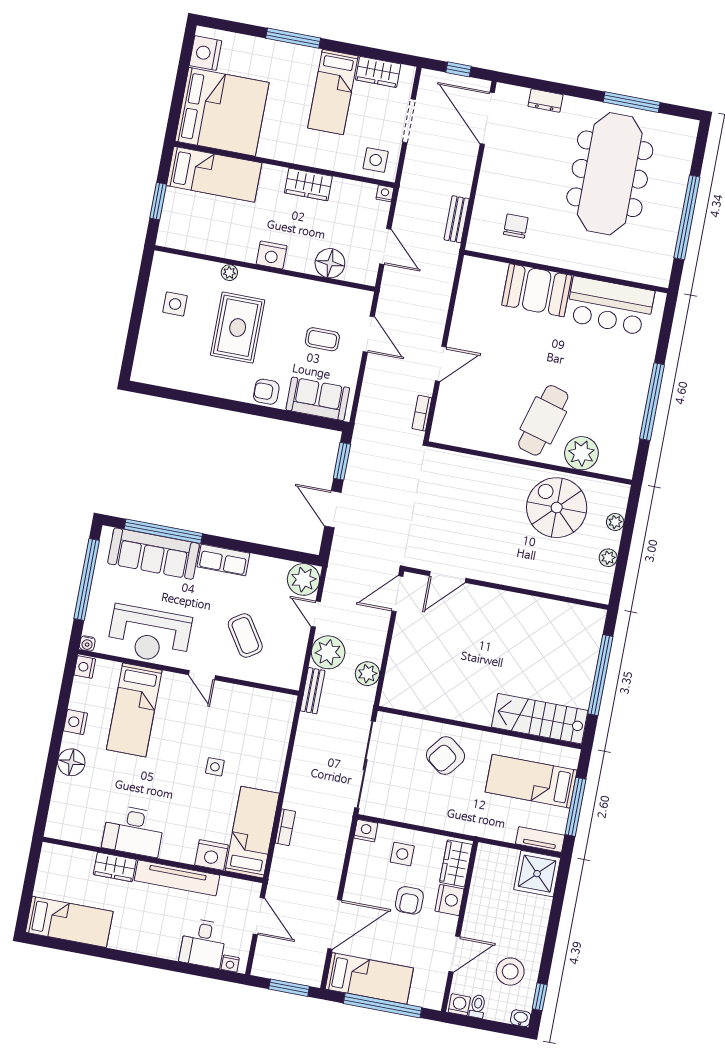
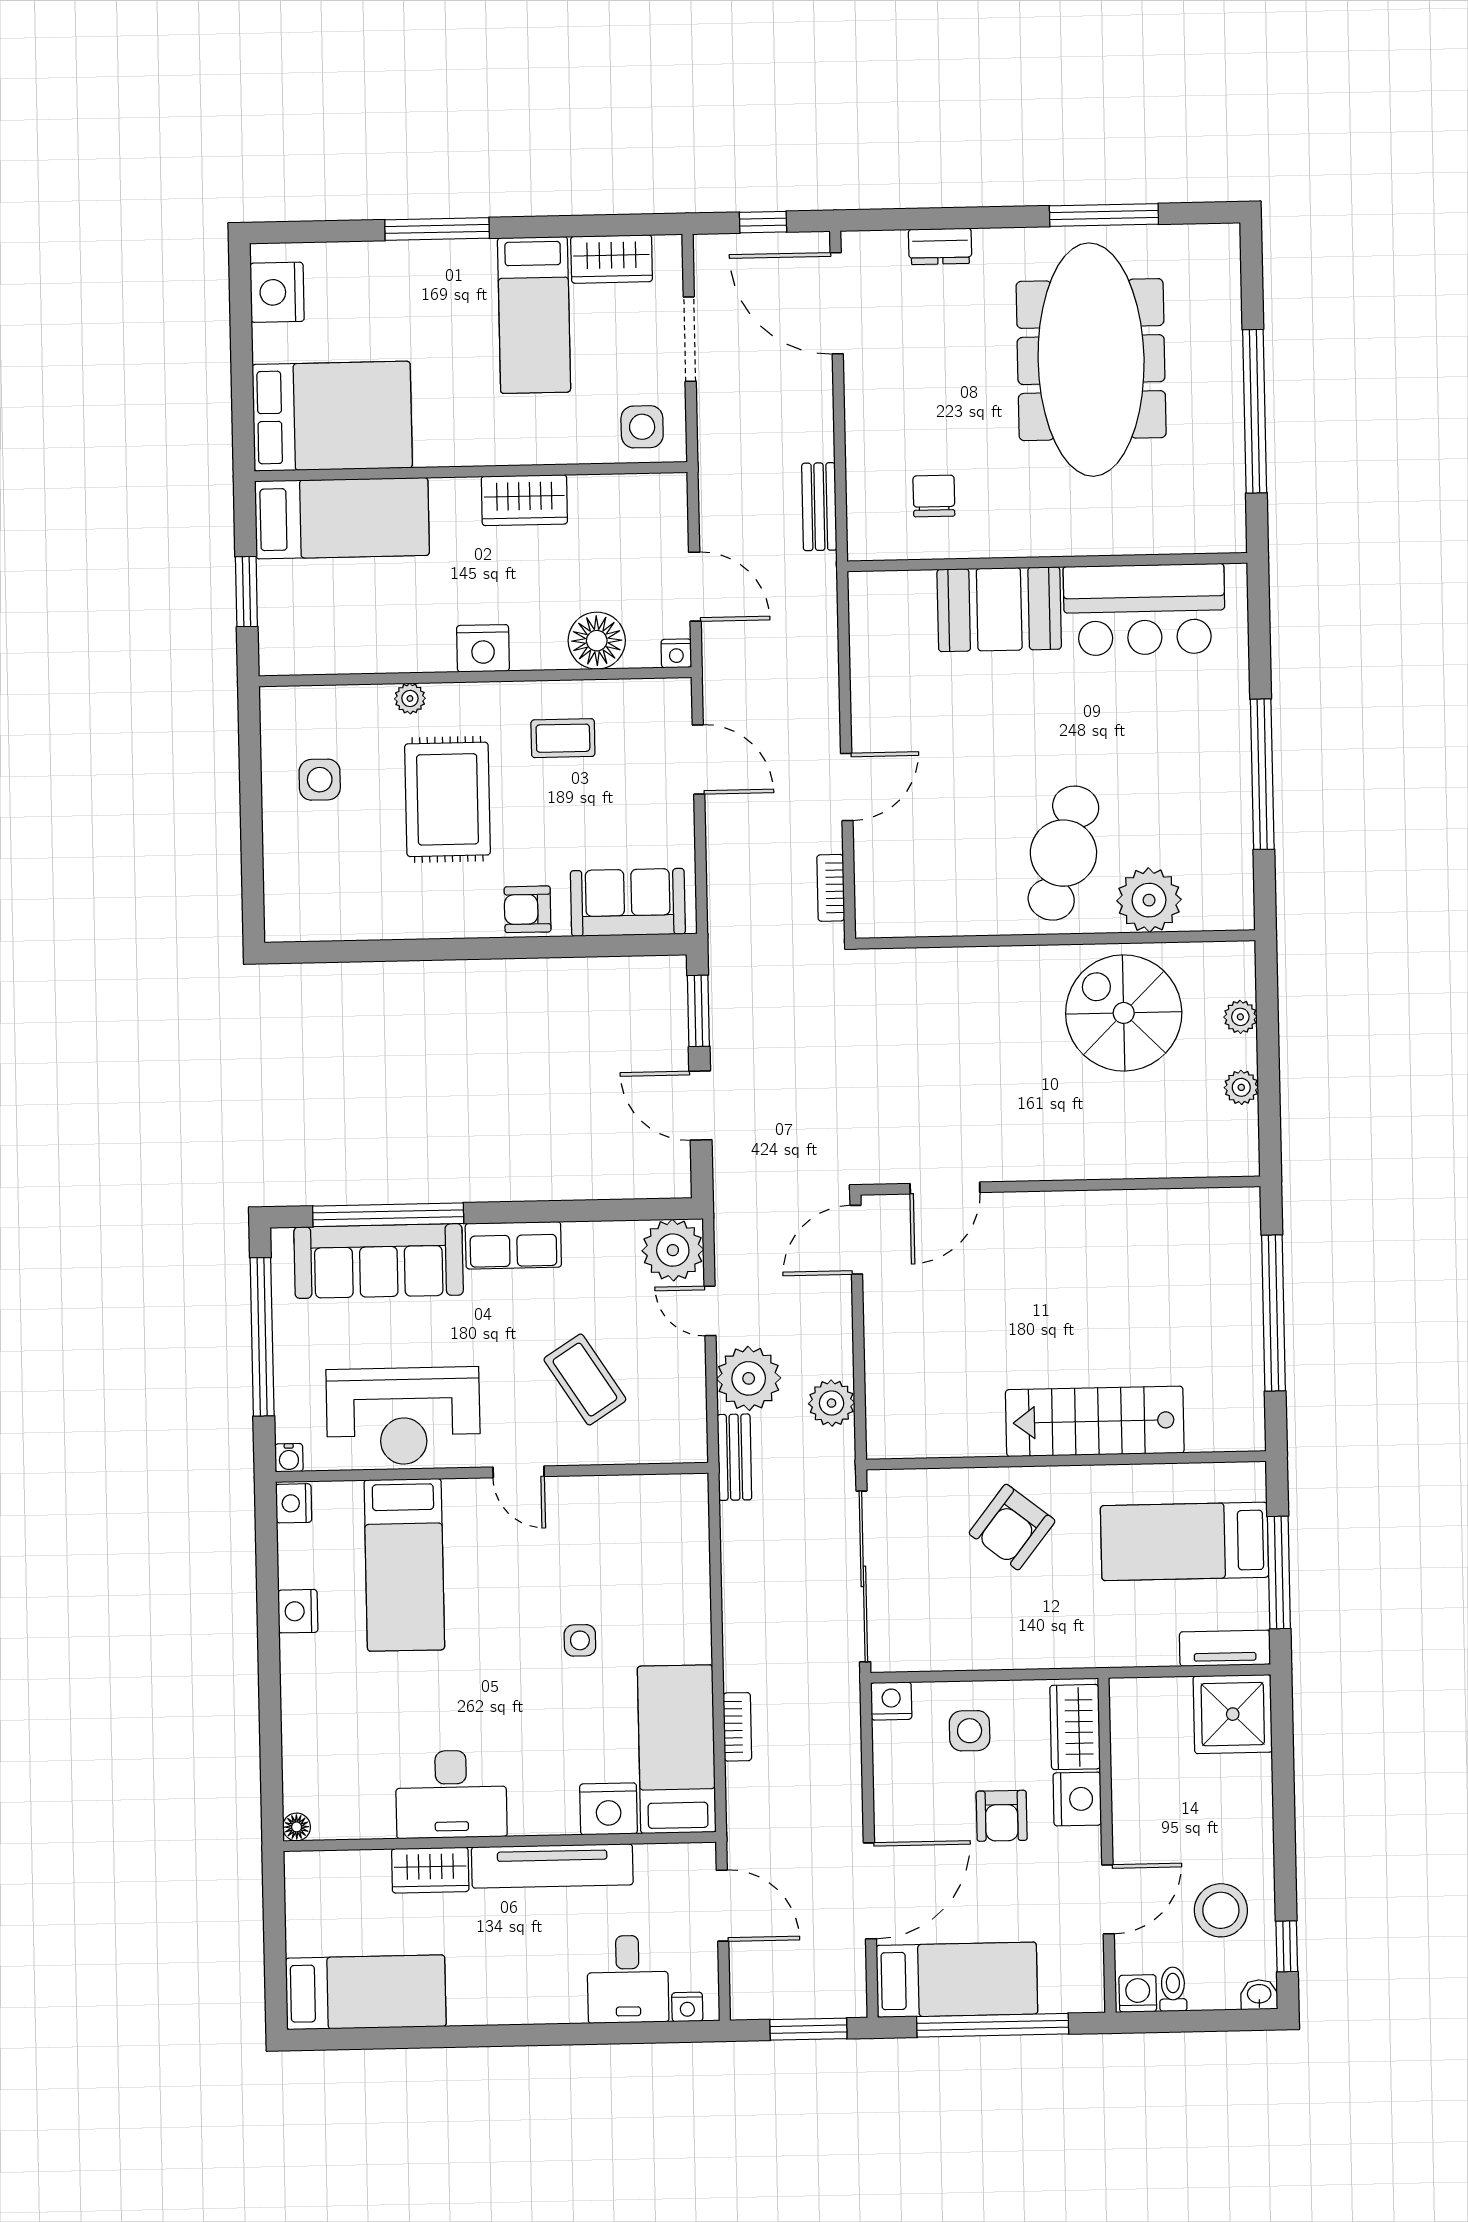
bed: (222, 112) -> (332, 416), width x0.73
nightstand: (385, 193) -> (676, 653), moved, turned 180
coffee table: (322, 339) -> (563, 738), moved
stairs: (540, 719) -> (1095, 1421), moved
floor lamp: (71, 762) -> (297, 1827), moved, width x0.53, depth x0.53

